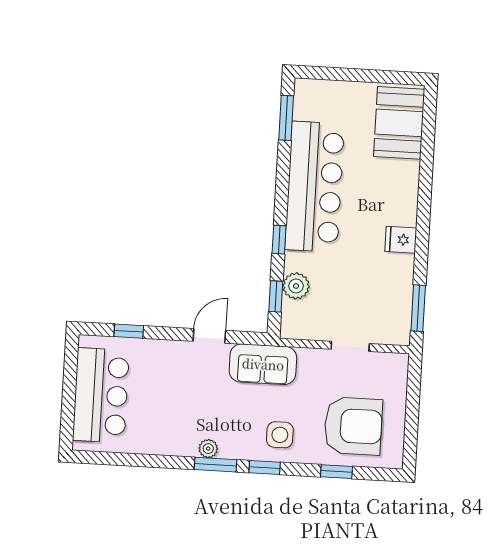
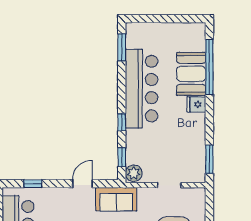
booth: (399, 123) -> (191, 74), moved
window: (427, 158) -> (209, 67), added
fridge: (401, 240) -> (196, 104), moved
plant: (296, 286) -> (134, 173), moved

